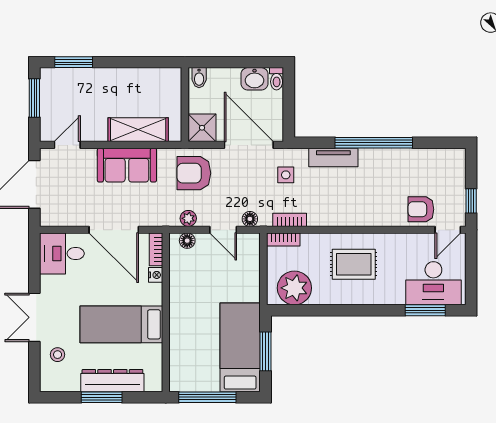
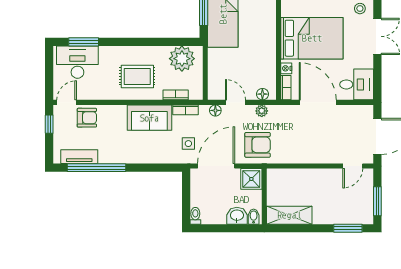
washbasin: (255, 79) -> (237, 216), moved
shelving: (138, 130) -> (289, 215), moved
window: (374, 143) -> (97, 168), moved
door: (249, 145) -> (216, 166), swing flipped
tv unit: (333, 157) -> (79, 157), moved
sofa: (127, 165) -> (149, 118), moved, turned 180
bookcase: (283, 240) -> (176, 95), moved
bed: (121, 324) -> (312, 38), width x1.50

